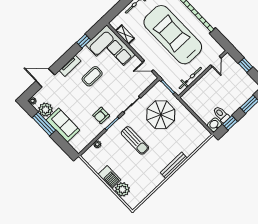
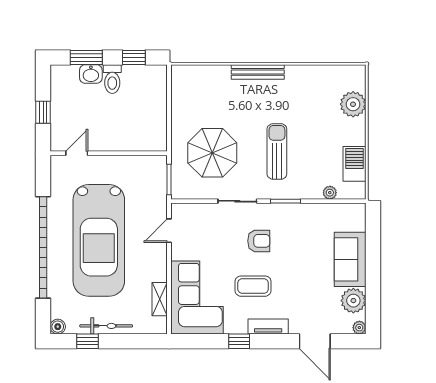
window: (84, 41) -> (239, 341), moved
door: (148, 66) -> (169, 231), swing flipped
bicycle: (190, 78) -> (130, 163), removed
toilet: (221, 114) -> (112, 79), moved
armchair: (101, 115) -> (259, 241), moved
window: (44, 124) -> (373, 284), removed
washbasin: (214, 125) -> (91, 74), moved
barbecue: (109, 177) -> (354, 164), moved

